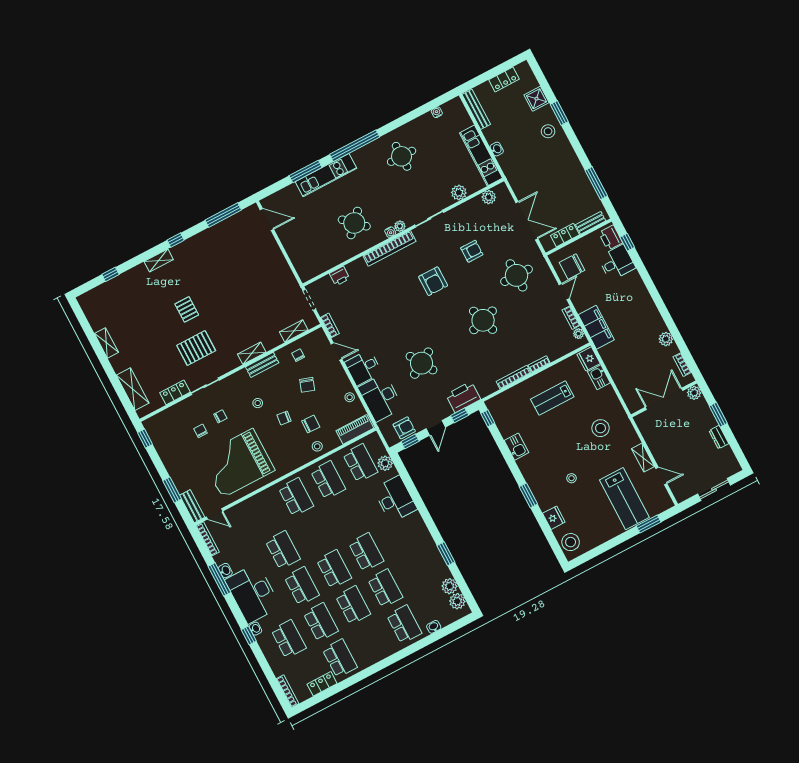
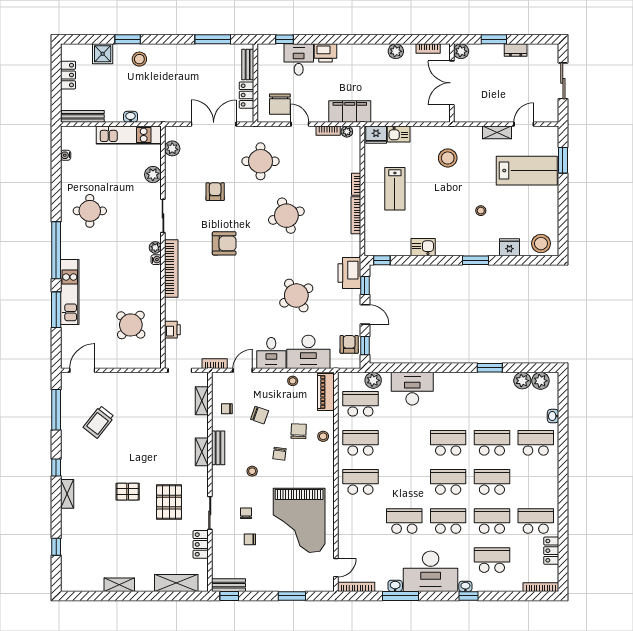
round table: (354, 223) -> (131, 325), moved
printer: (611, 238) -> (326, 53), moved
trolley: (232, 255) -> (99, 422), added
bench: (192, 506) -> (228, 585), moved

